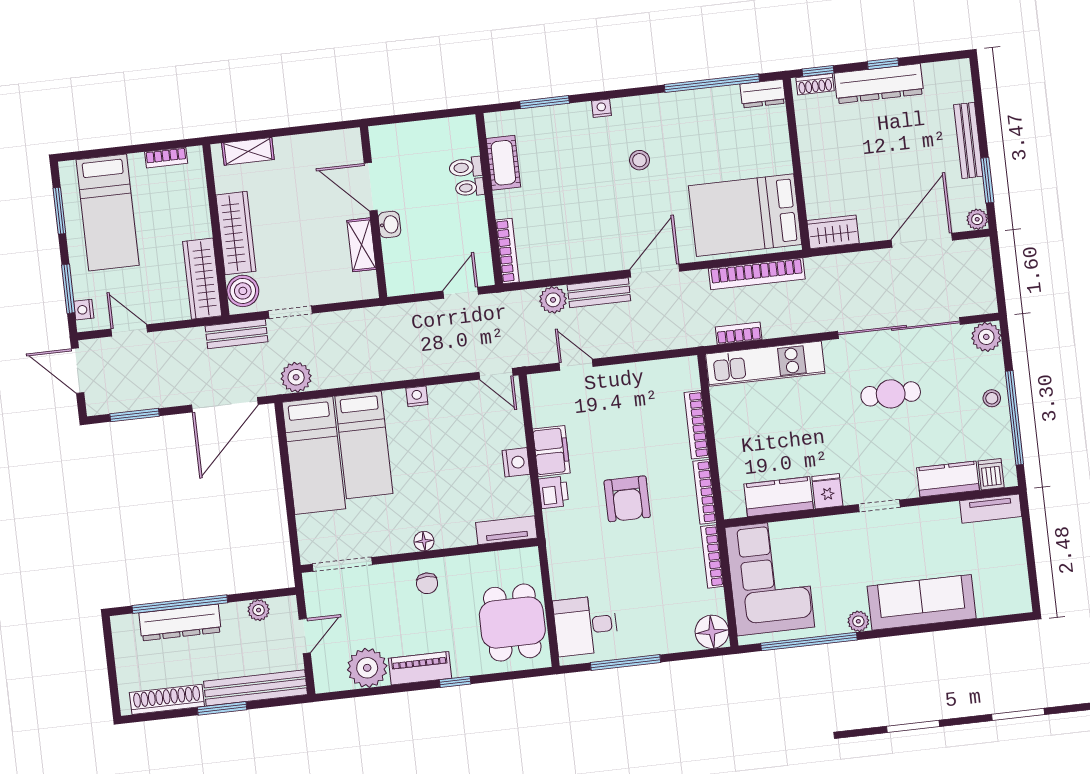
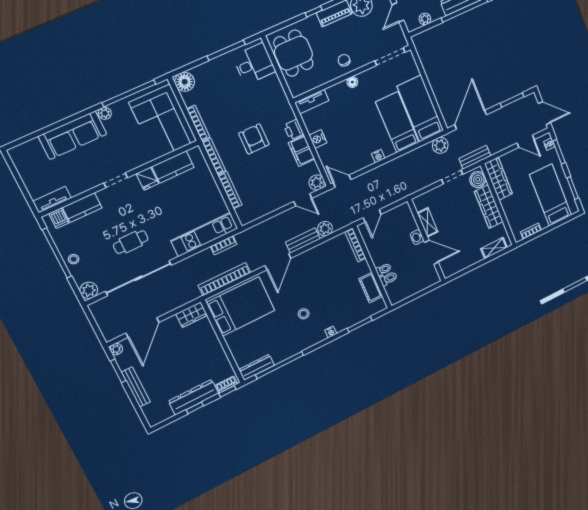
dresser: (763, 94) -> (257, 367), width x1.44
plant: (542, 387) -> (317, 183), added

